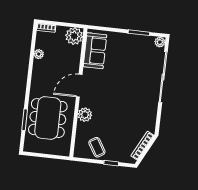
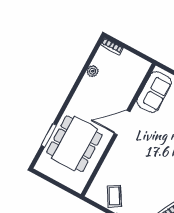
plant: (74, 36) -> (138, 67), removed
plant: (85, 115) -> (116, 156), removed

